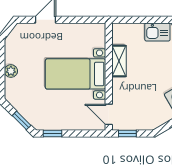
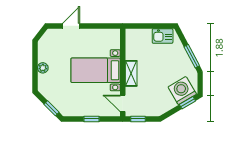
shelving: (119, 61) -> (131, 73), moved
window: (52, 133) -> (92, 119), moved

